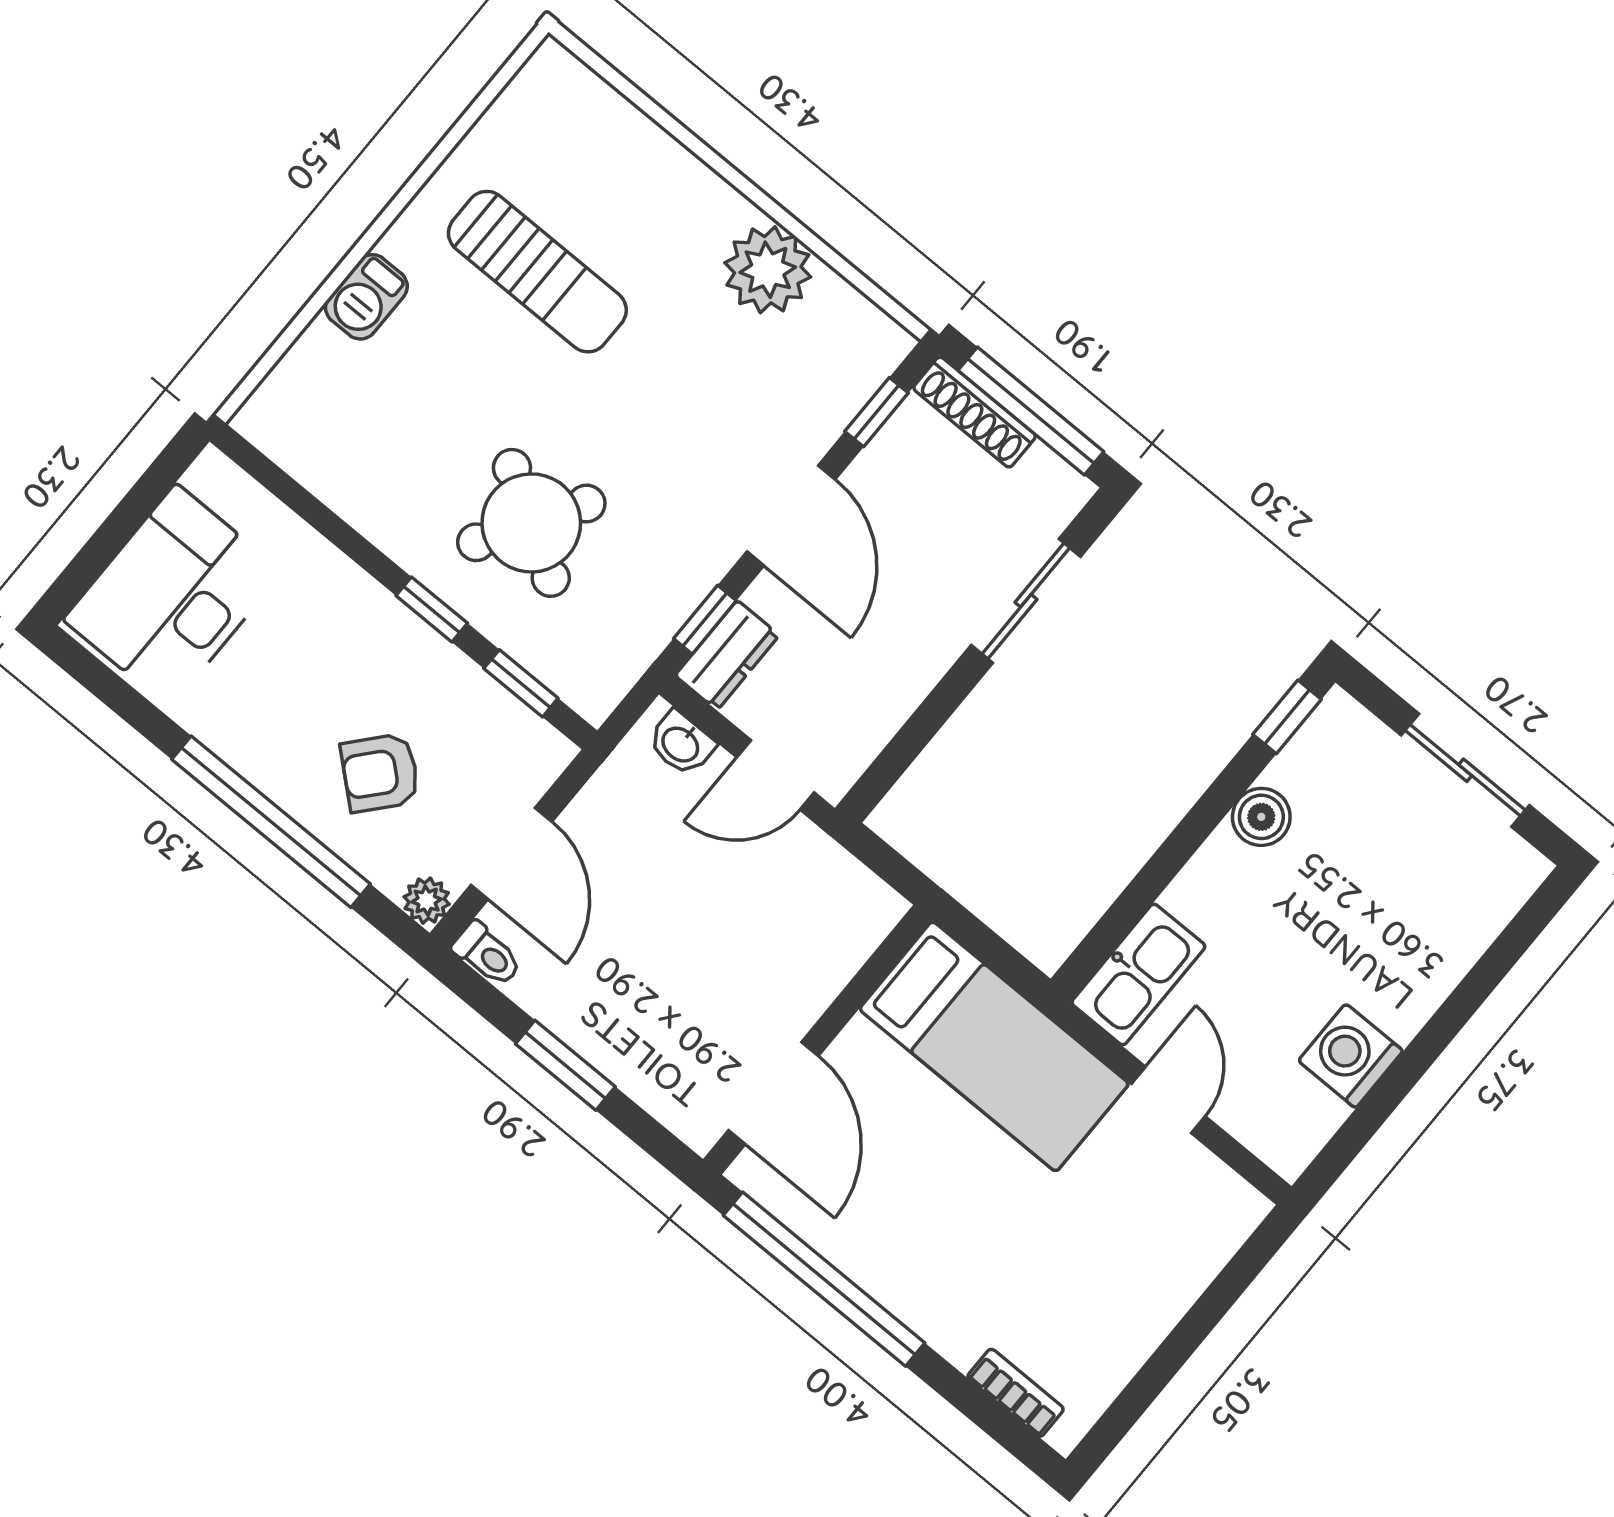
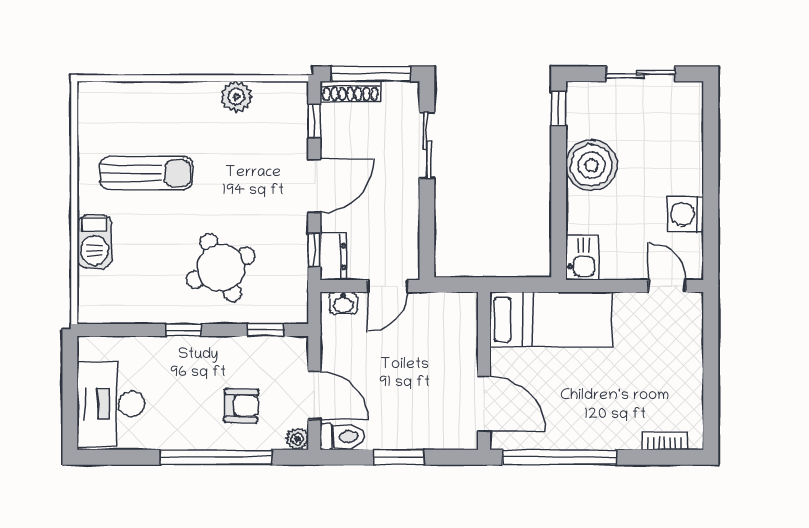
plant: (768, 270) -> (236, 97), width x0.73, depth x0.73
barbecue: (366, 297) -> (95, 242), width x1.38, depth x1.27
door: (791, 516) -> (314, 186), hinge flipped
round table: (531, 523) -> (221, 268), turned 34
window: (432, 609) -> (183, 330), moved
armchair: (380, 773) -> (241, 406), turned -129
boiler: (1261, 817) -> (591, 165), width x1.86, depth x1.86
toilet: (487, 954) -> (342, 436), width x1.37, depth x1.39
kitchen sink: (1138, 974) -> (582, 257), width x0.73
door: (1168, 1100) -> (667, 286), moved

